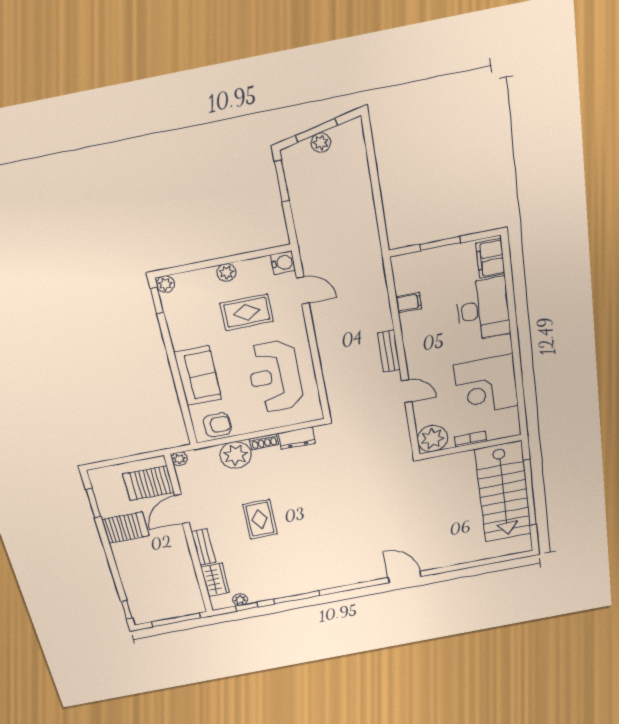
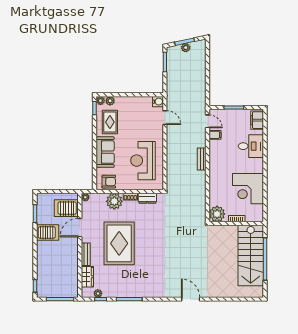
plant: (226, 272) -> (110, 101), moved
desk: (483, 309) -> (251, 146), width x0.73
rug: (247, 312) -> (110, 122), moved, turned 90
door: (407, 391) -> (207, 121), moved
rug: (260, 519) -> (119, 243), width x1.86, depth x2.06

